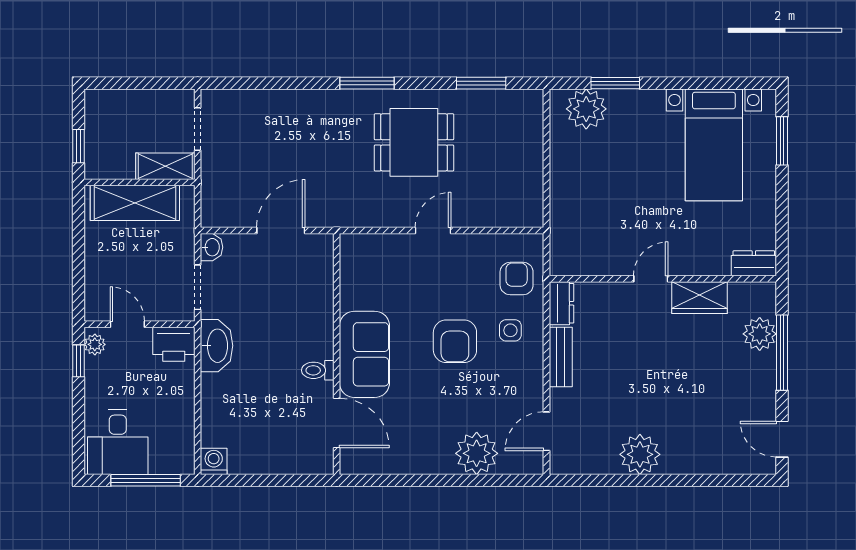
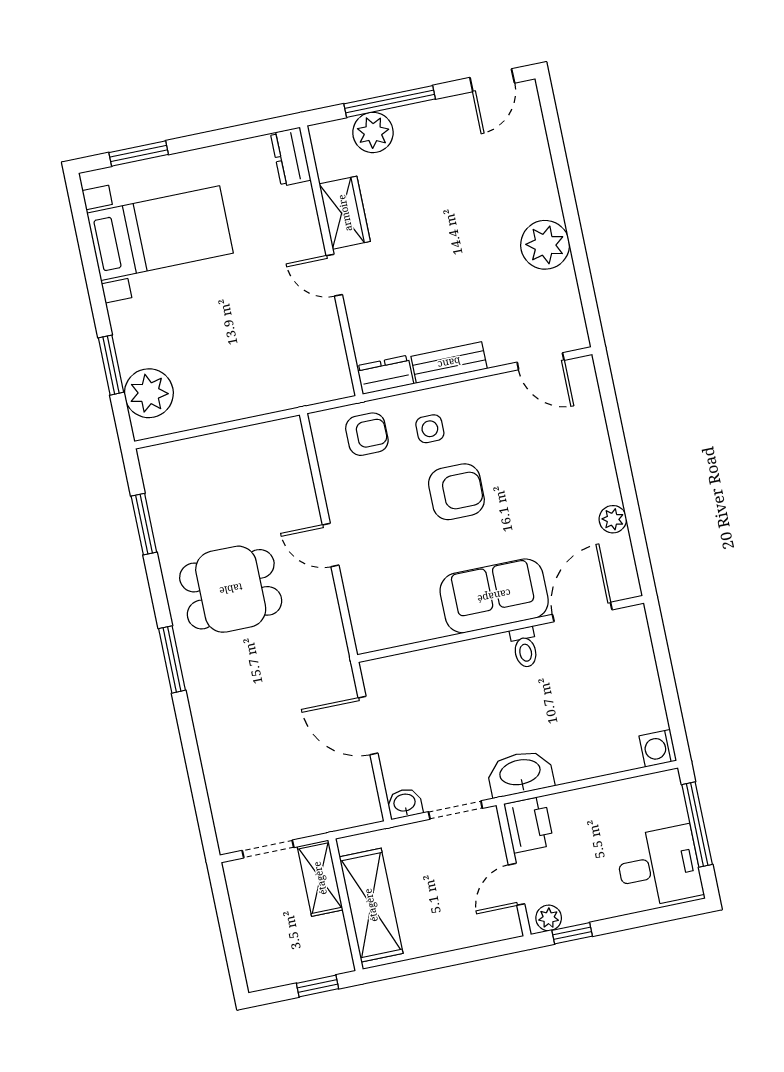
dining table: (414, 142) -> (231, 589), turned 90
armchair: (517, 279) -> (367, 434), turned 180
plant: (477, 453) -> (613, 519), moved, width x0.53, depth x0.53

